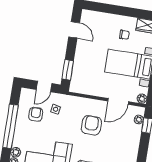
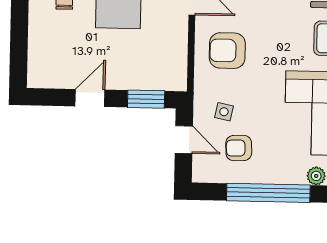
door: (74, 30) -> (90, 98), moved
armchair: (91, 125) -> (227, 51), moved

